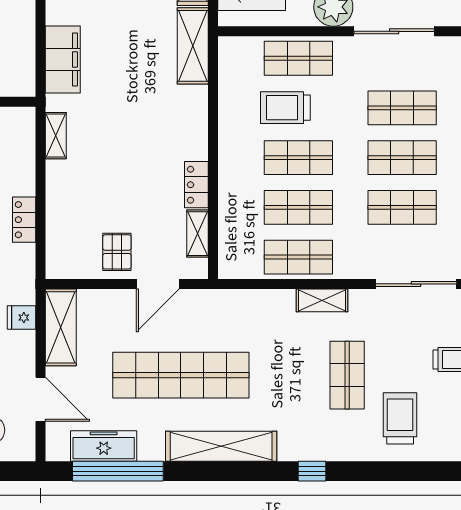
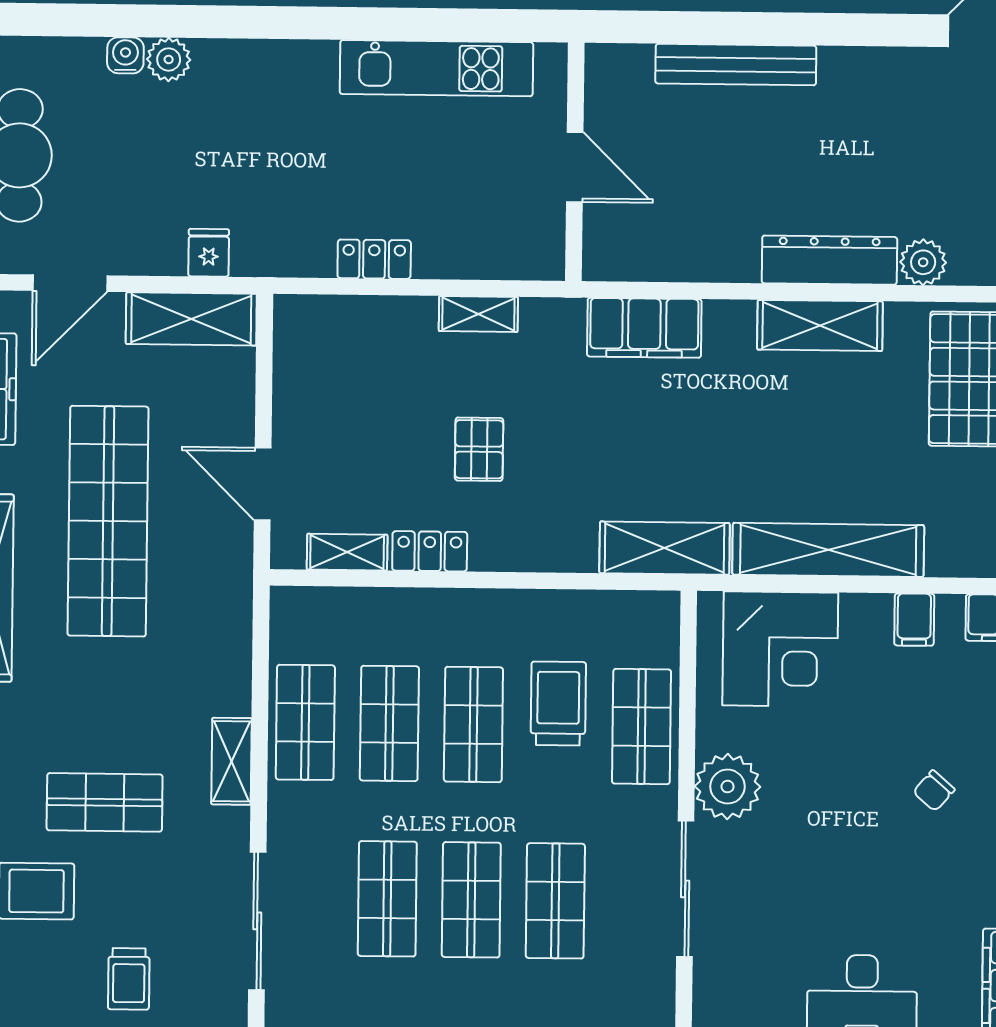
shelving: (56, 136) -> (478, 314), moved
pallet: (117, 252) -> (479, 449), moved, turned 90

